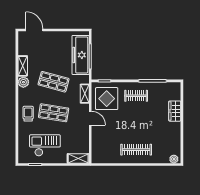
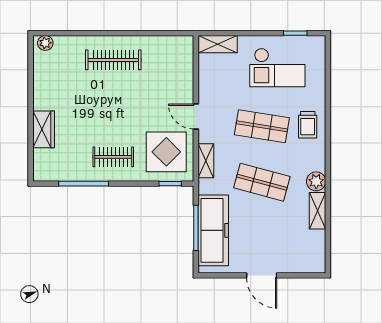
door: (34, 30) -> (262, 275), moved

